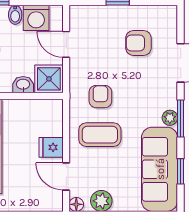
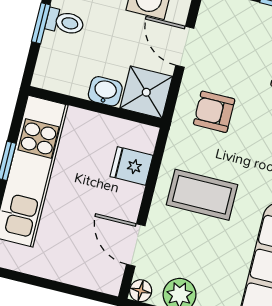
armchair: (100, 97) -> (214, 112), moved, turned -90
fridge: (51, 147) -> (131, 166), moved

